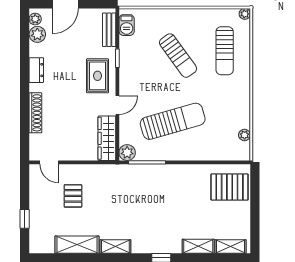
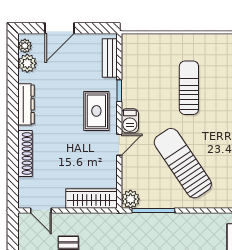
barbecue: (127, 25) -> (130, 121), moved
sun lounger: (178, 56) -> (189, 88), turned -144
dresser: (36, 70) -> (26, 104), width x1.44
sun lounger: (173, 121) -> (183, 163), turned -108
wardrobe: (107, 138) -> (91, 198), moved, turned 90

